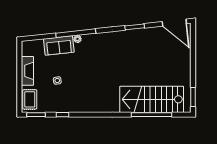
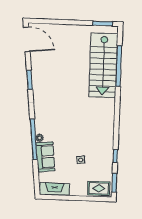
door: (174, 23) -> (27, 39), hinge flipped
fireplace: (27, 71) -> (55, 189), moved

